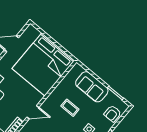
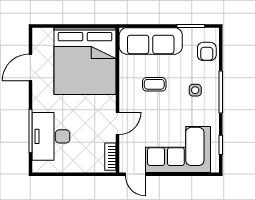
sofa: (92, 87) -> (151, 41), width x1.36

